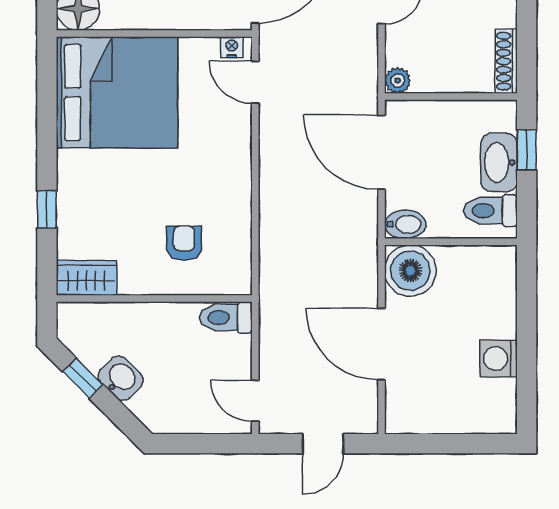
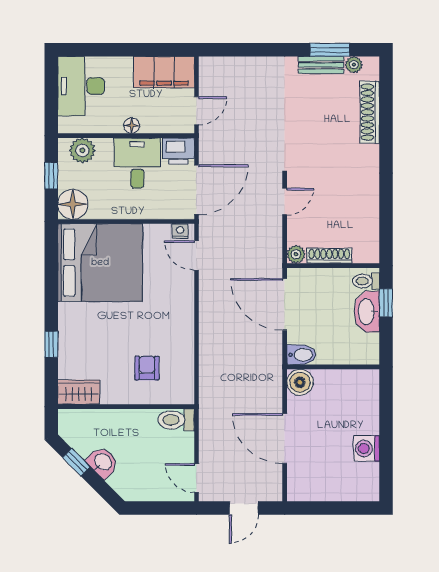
shoe rack: (506, 61) -> (329, 256), moved, turned 90
toilet: (490, 211) -> (366, 281), moved, width x0.73, depth x0.72
boiler: (410, 271) -> (300, 382), width x0.73, depth x0.73

